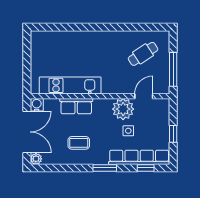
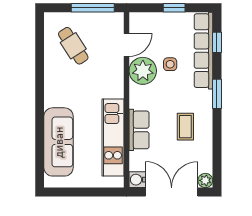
sofa: (67, 42) -> (59, 142), added
door: (144, 96) -> (127, 45), swing flipped

